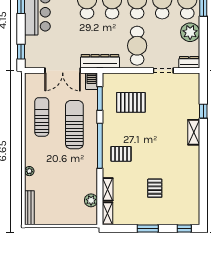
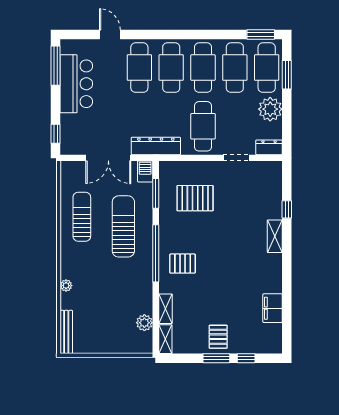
pallet: (155, 188) -> (218, 337), moved
filing cabinet: (192, 189) -> (273, 308), added
window: (184, 228) -> (246, 358), moved

